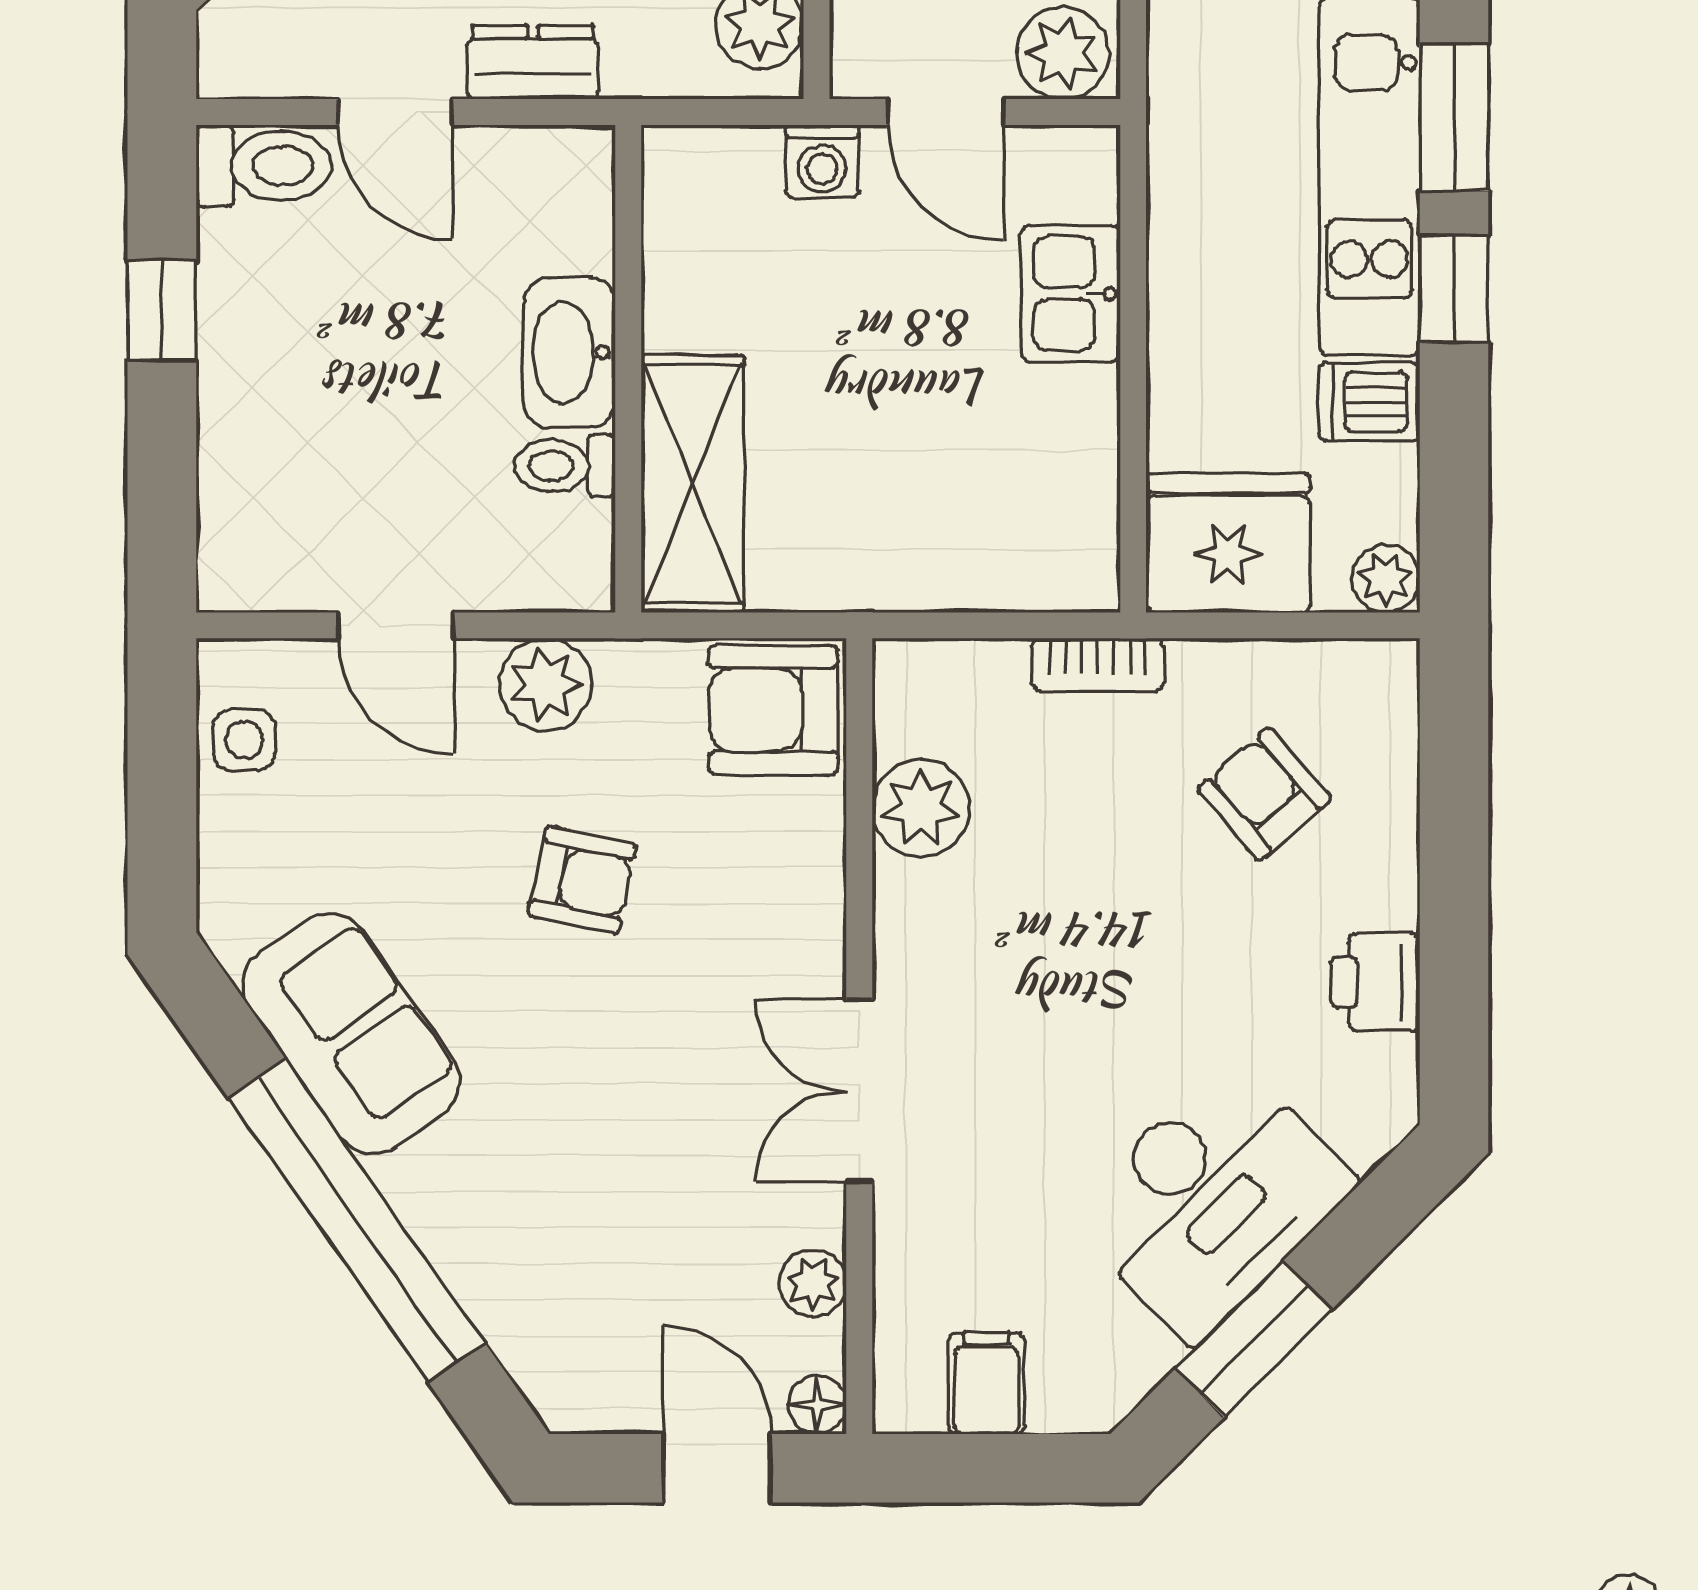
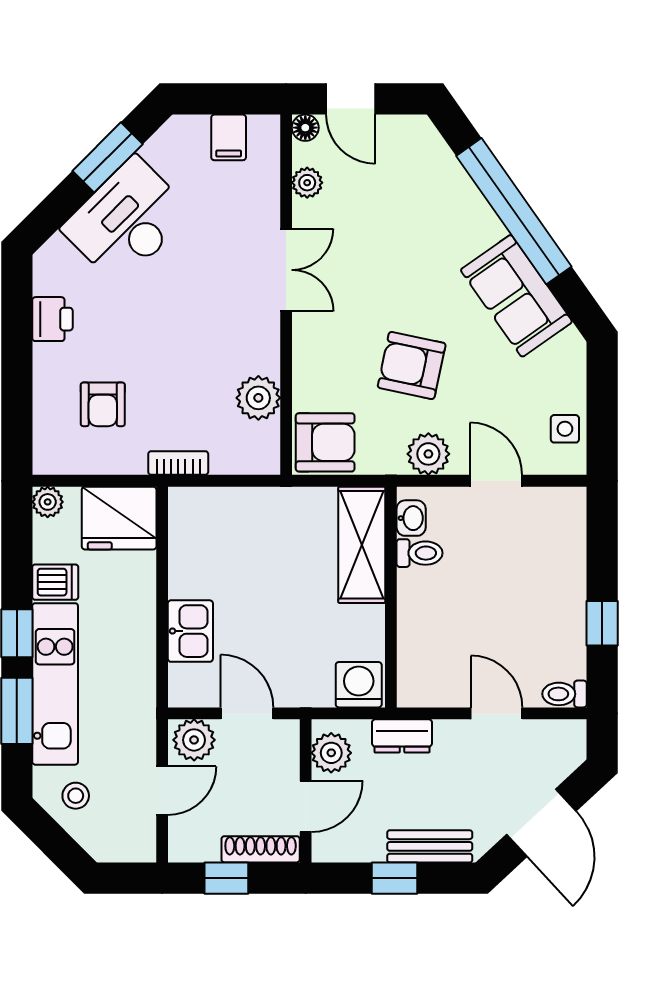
dresser: (533, 62) -> (402, 736), moved
washing machine: (822, 161) -> (359, 685), moved, width x1.38, depth x1.38
toilet: (264, 166) -> (565, 694), width x0.73, depth x0.72
washbasin: (569, 353) -> (411, 518), moved, width x0.52, depth x0.69
armchair: (1264, 794) -> (103, 404), turned 41
armchair: (582, 880) -> (412, 365), width x1.38, depth x1.38

